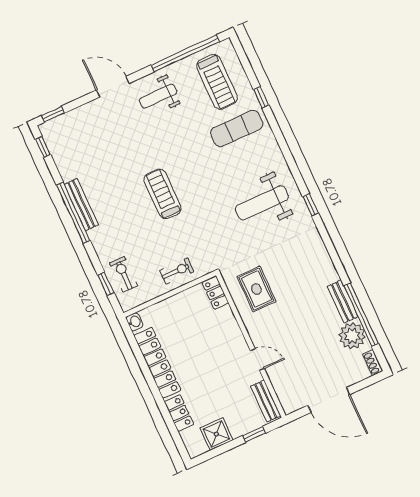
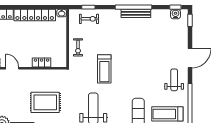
water cooler: (54, 142) -> (175, 14), added
treadmill: (163, 194) -> (104, 69), moved, turned 90
rug: (256, 289) -> (45, 102), moved, width x1.36, depth x1.43
locker: (215, 293) -> (42, 62), moved
door: (257, 359) -> (12, 68), swing flipped

